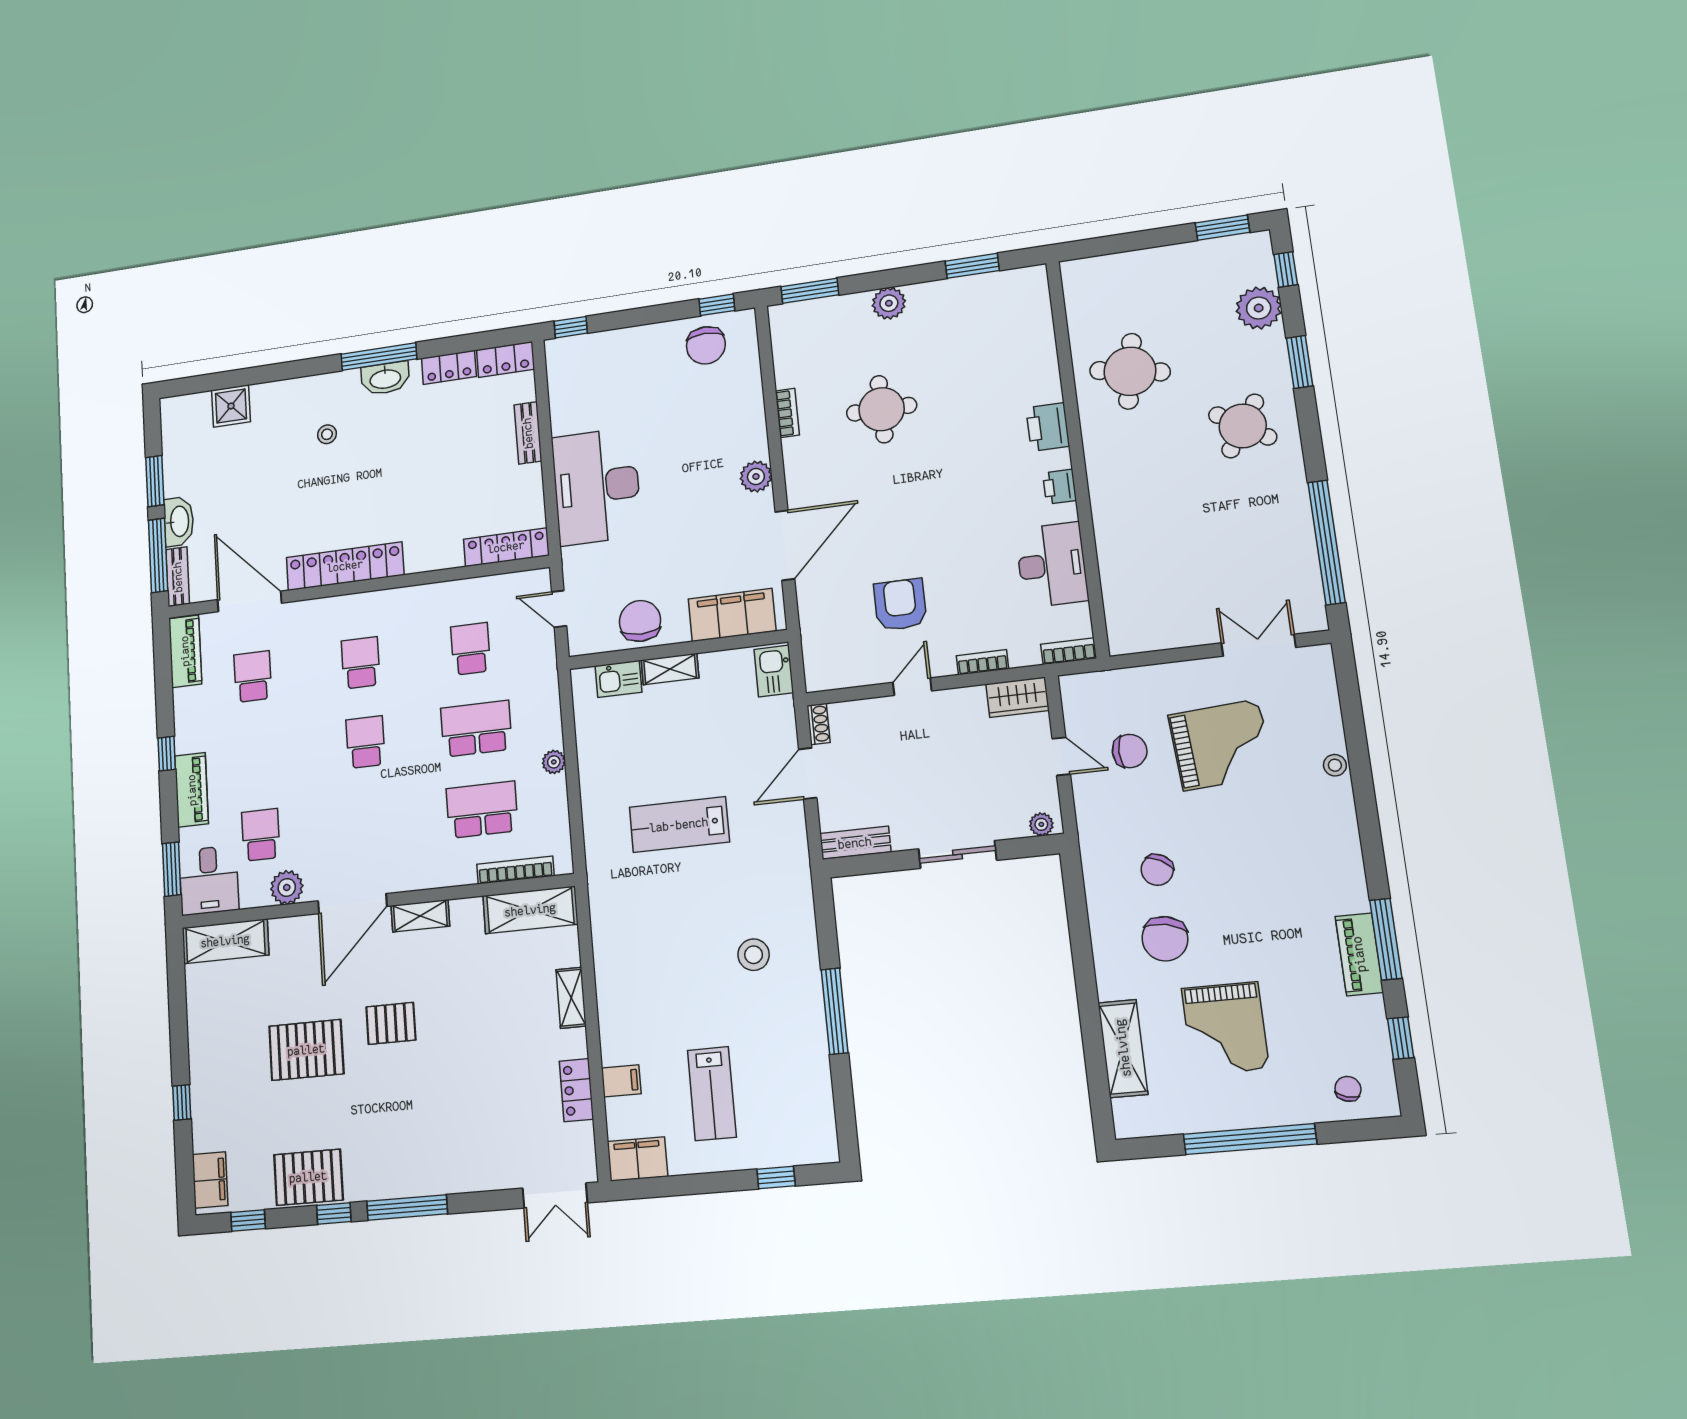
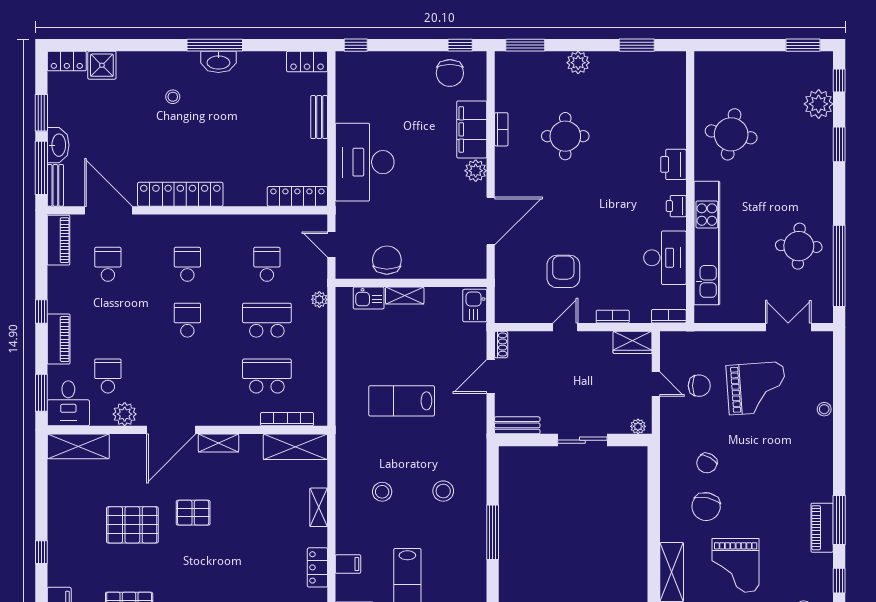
locker: (449, 367) -> (67, 61), moved
round table: (1243, 426) -> (799, 246), moved, turned -30
kitchen unit: (1114, 535) -> (707, 243), added
filing cabinet: (732, 615) -> (472, 129), moved, turned -90
plant: (554, 762) -> (319, 299), moved
stool: (663, 965) -> (382, 492), added

